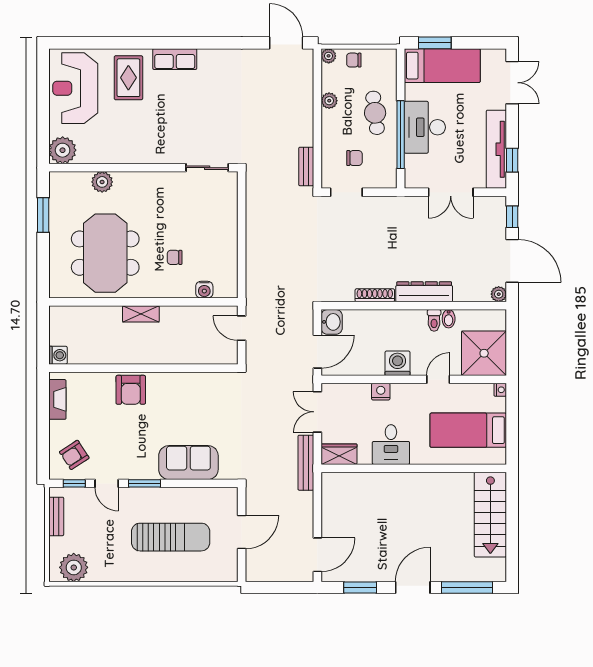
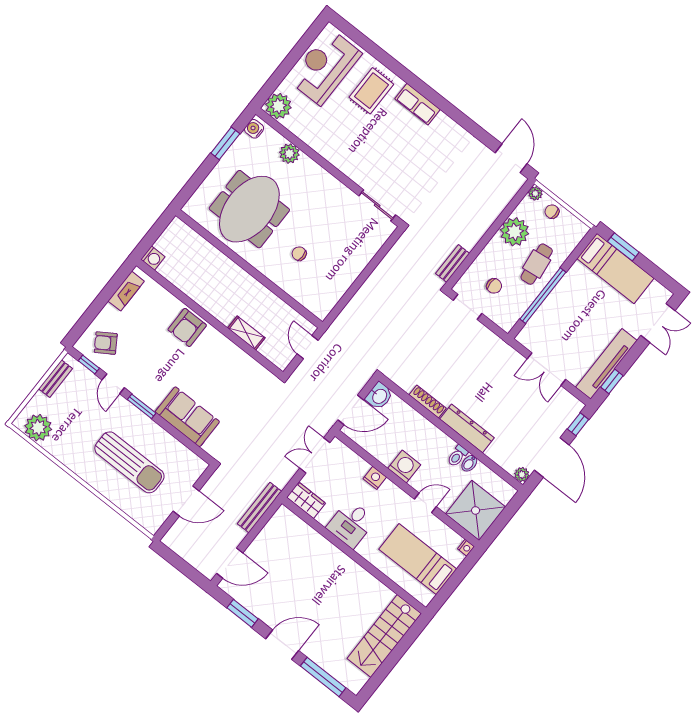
plant: (329, 101) -> (515, 232), width x1.88, depth x1.88
desk: (425, 127) -> (566, 305), removed
water cooler: (204, 290) -> (254, 129), moved, turned 90
shelving: (141, 314) -> (246, 333), moved
bench: (306, 463) -> (259, 508), moved

